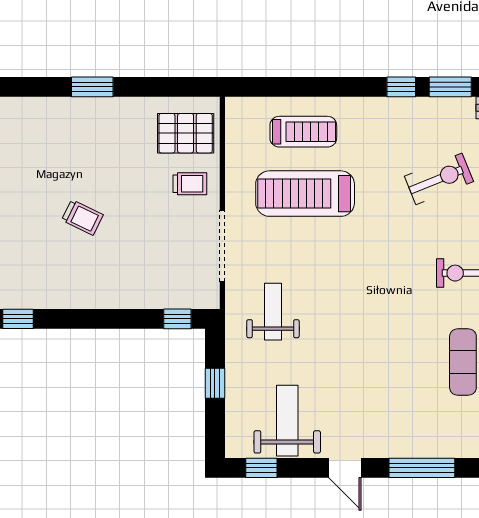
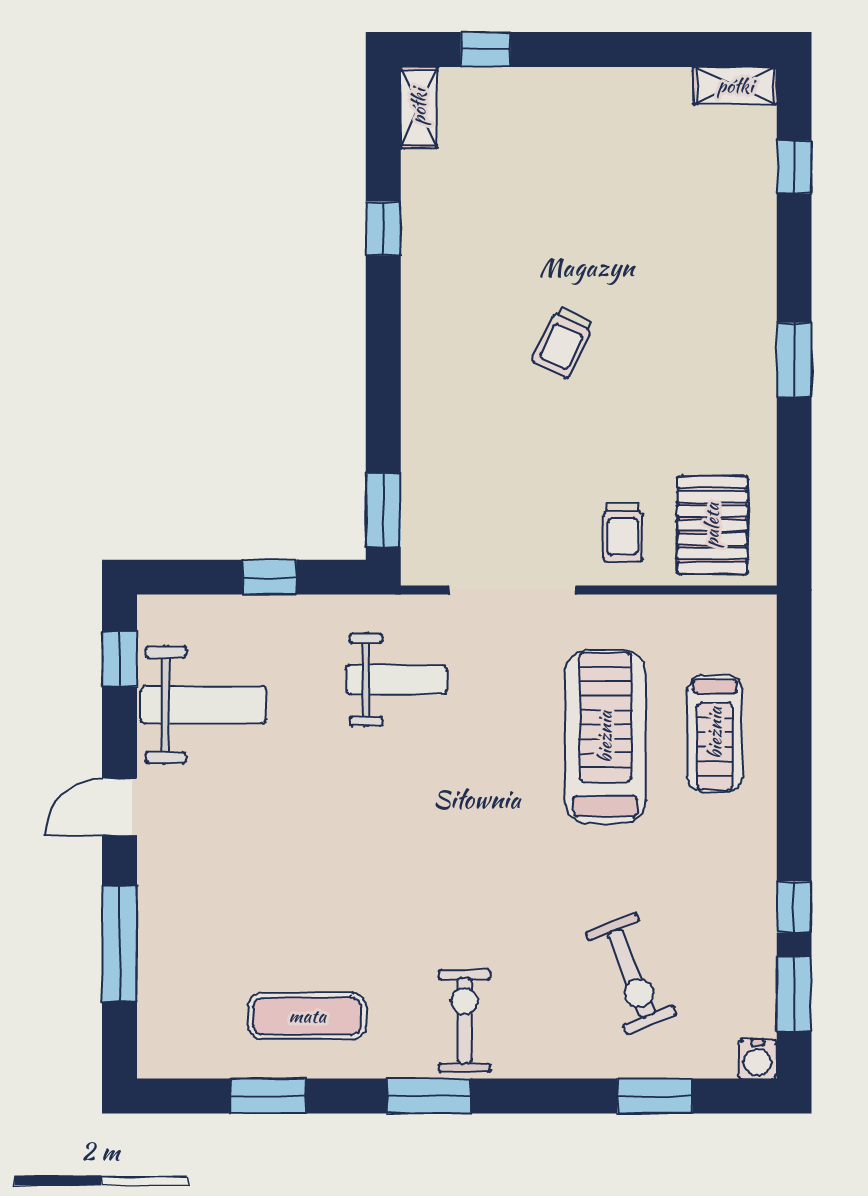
window: (177, 319) -> (383, 510), width x1.50

